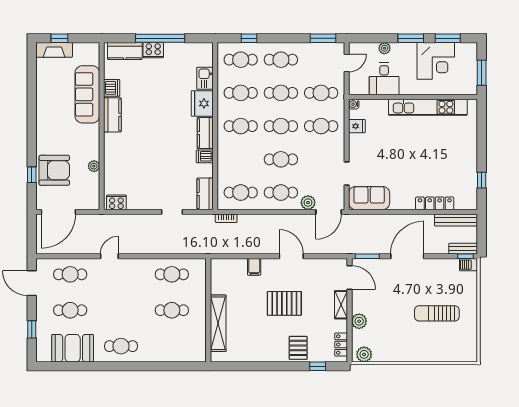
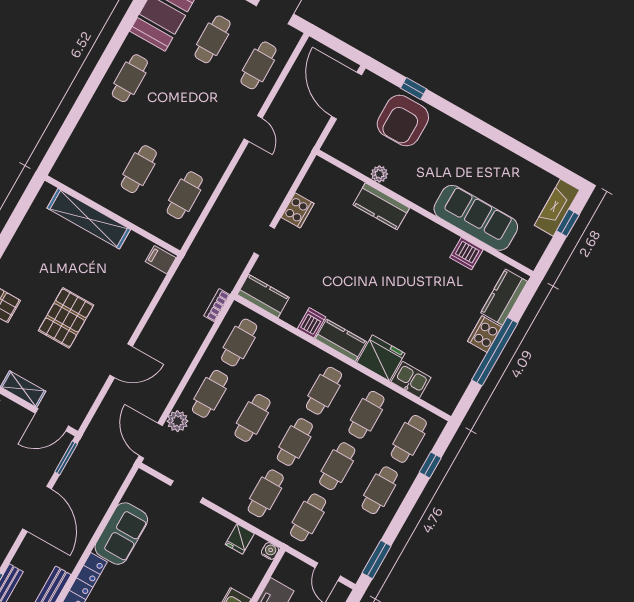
kitchen counter: (112, 115) -> (381, 206), moved
sofa: (369, 198) -> (121, 534), moved
cooker: (116, 202) -> (298, 210), moved
filing cabinet: (254, 267) -> (161, 260), moved

